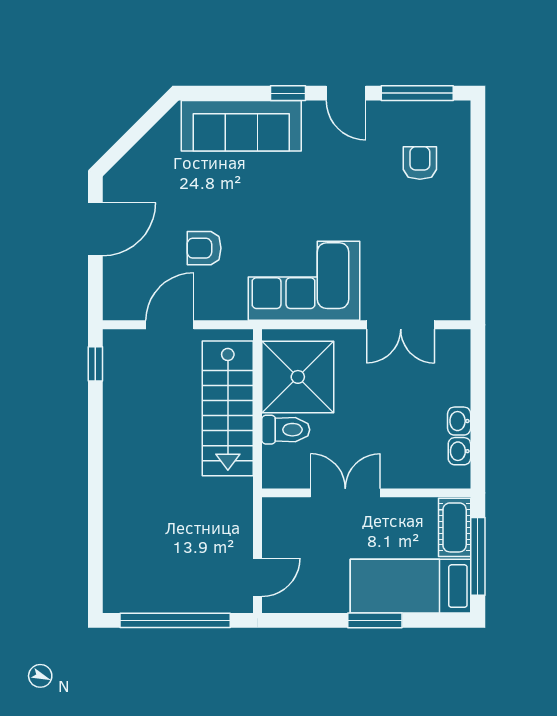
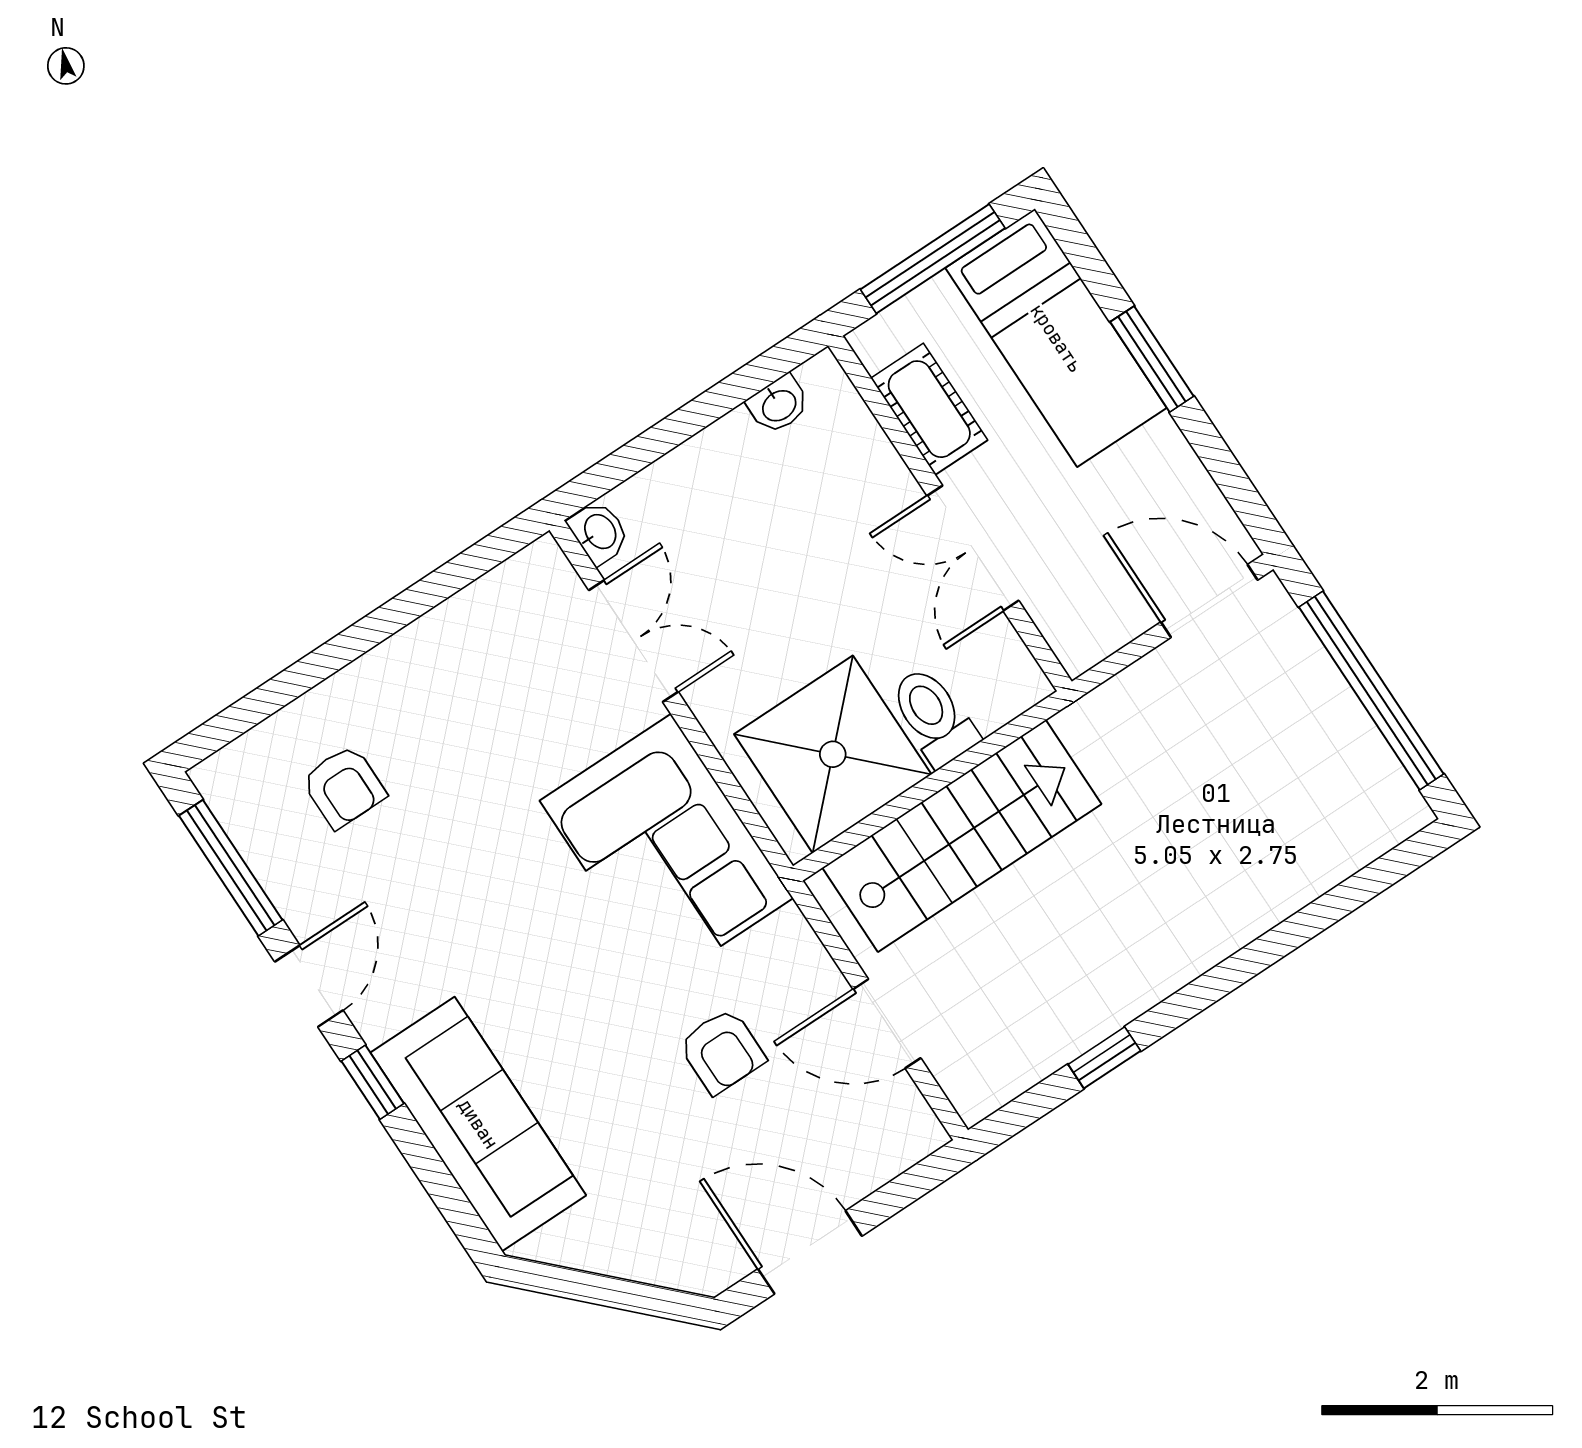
armchair: (420, 163) -> (344, 787), turned -90
window: (95, 364) -> (1104, 1058), moved
washbasin: (459, 421) -> (599, 532), moved, turned -90
cot: (455, 527) -> (929, 409), moved, turned 90
door: (258, 577) -> (1209, 601), width x1.38

